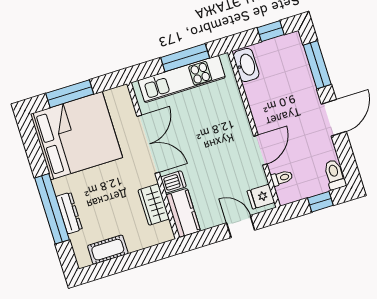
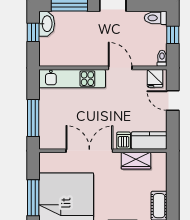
window: (185, 58) -> (33, 118), moved
washbasin: (246, 65) -> (47, 24), moved, turned 90
kitchen unit: (182, 79) -> (72, 79), moved, turned 90
toilet: (282, 178) -> (162, 58), moved
door: (241, 226) -> (173, 101), hinge flipped

